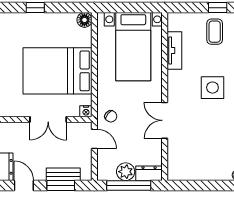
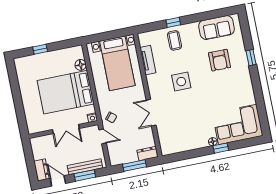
floor lamp: (84, 20) -> (81, 65), moved
plant: (126, 172) -> (130, 156), removed
bench: (63, 174) -> (85, 167), width x1.36
window: (129, 186) -> (135, 165), width x0.69

